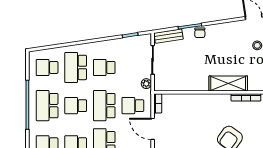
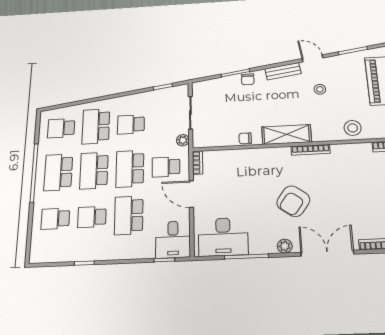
bench: (169, 36) -> (283, 71), moved
chair: (196, 85) -> (245, 138), added
school desk: (76, 106) -> (94, 170), width x1.85

